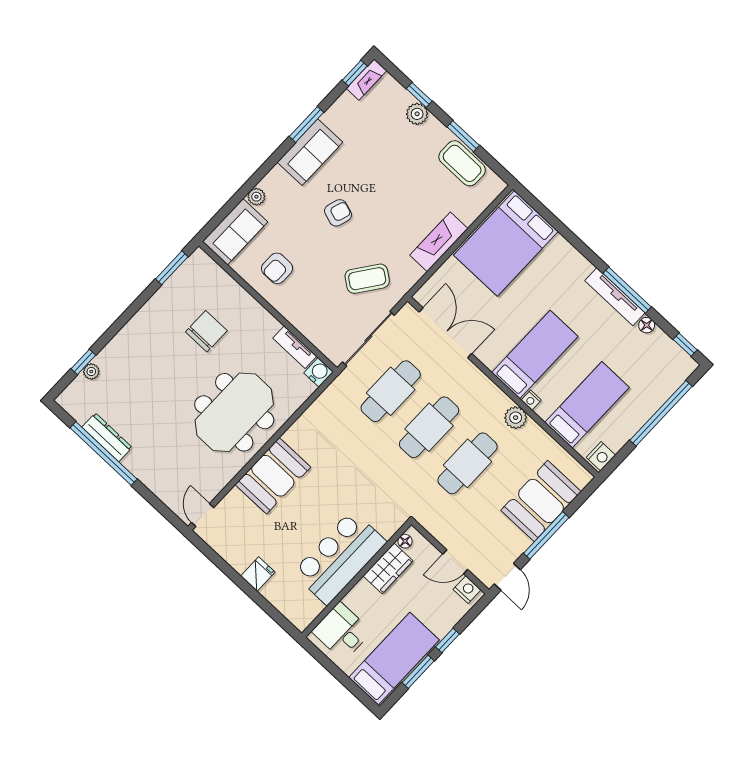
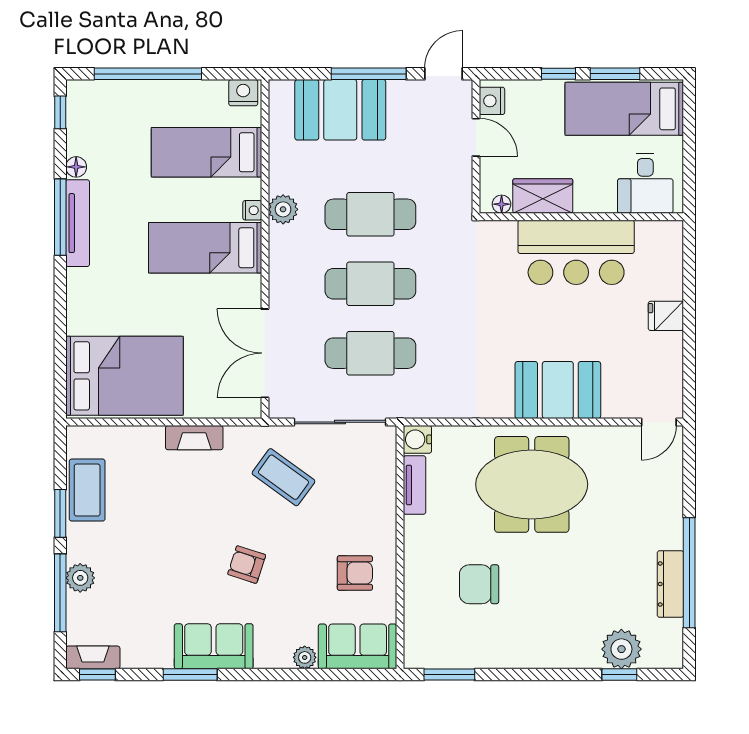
window: (419, 95) -> (60, 593), width x2.17
fireplace: (439, 242) -> (194, 438), width x0.73, depth x0.76
plant: (91, 372) -> (621, 649), width x1.87, depth x1.87

